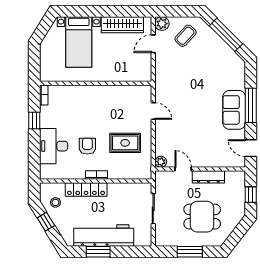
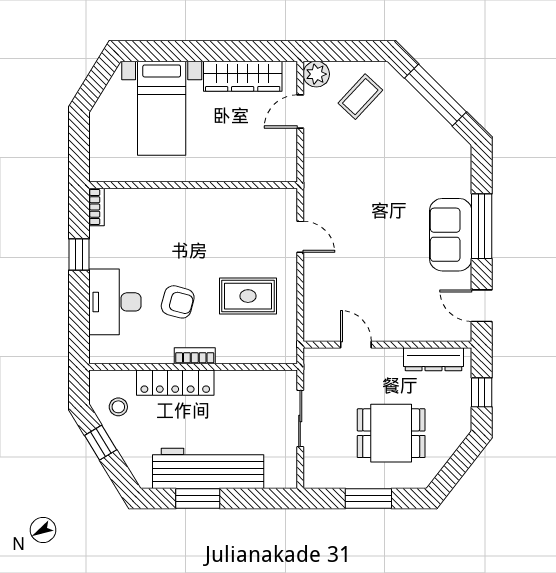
armchair: (87, 146) -> (178, 302), turned 105
plant: (161, 162) -> (314, 331), removed
dresser: (208, 177) -> (433, 359), moved

